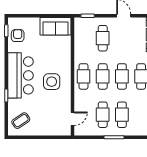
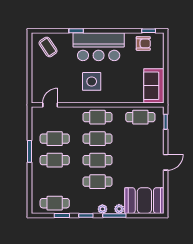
cafe table: (103, 38) -> (140, 117), moved
door: (72, 119) -> (50, 105), swing flipped

